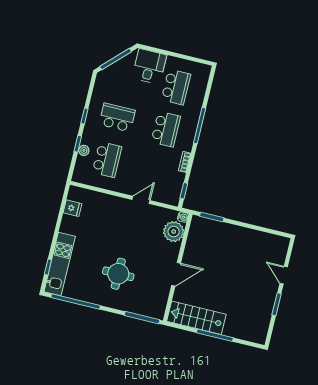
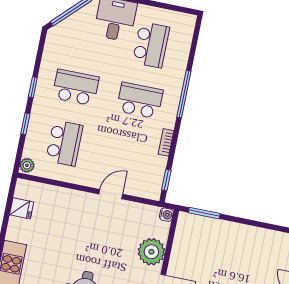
school desk: (166, 129) -> (140, 100), turned -90
plant: (84, 150) -> (27, 165), moved
plant: (174, 232) -> (151, 252), moved

